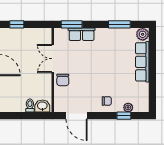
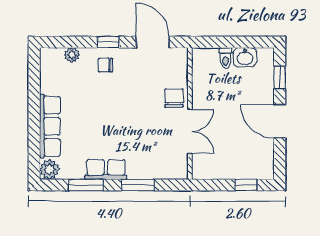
window: (72, 24) -> (138, 185), moved
row of seats: (82, 34) -> (106, 170), moved
washbasin: (42, 106) -> (245, 57), moved
window: (124, 116) -> (108, 42), moved

